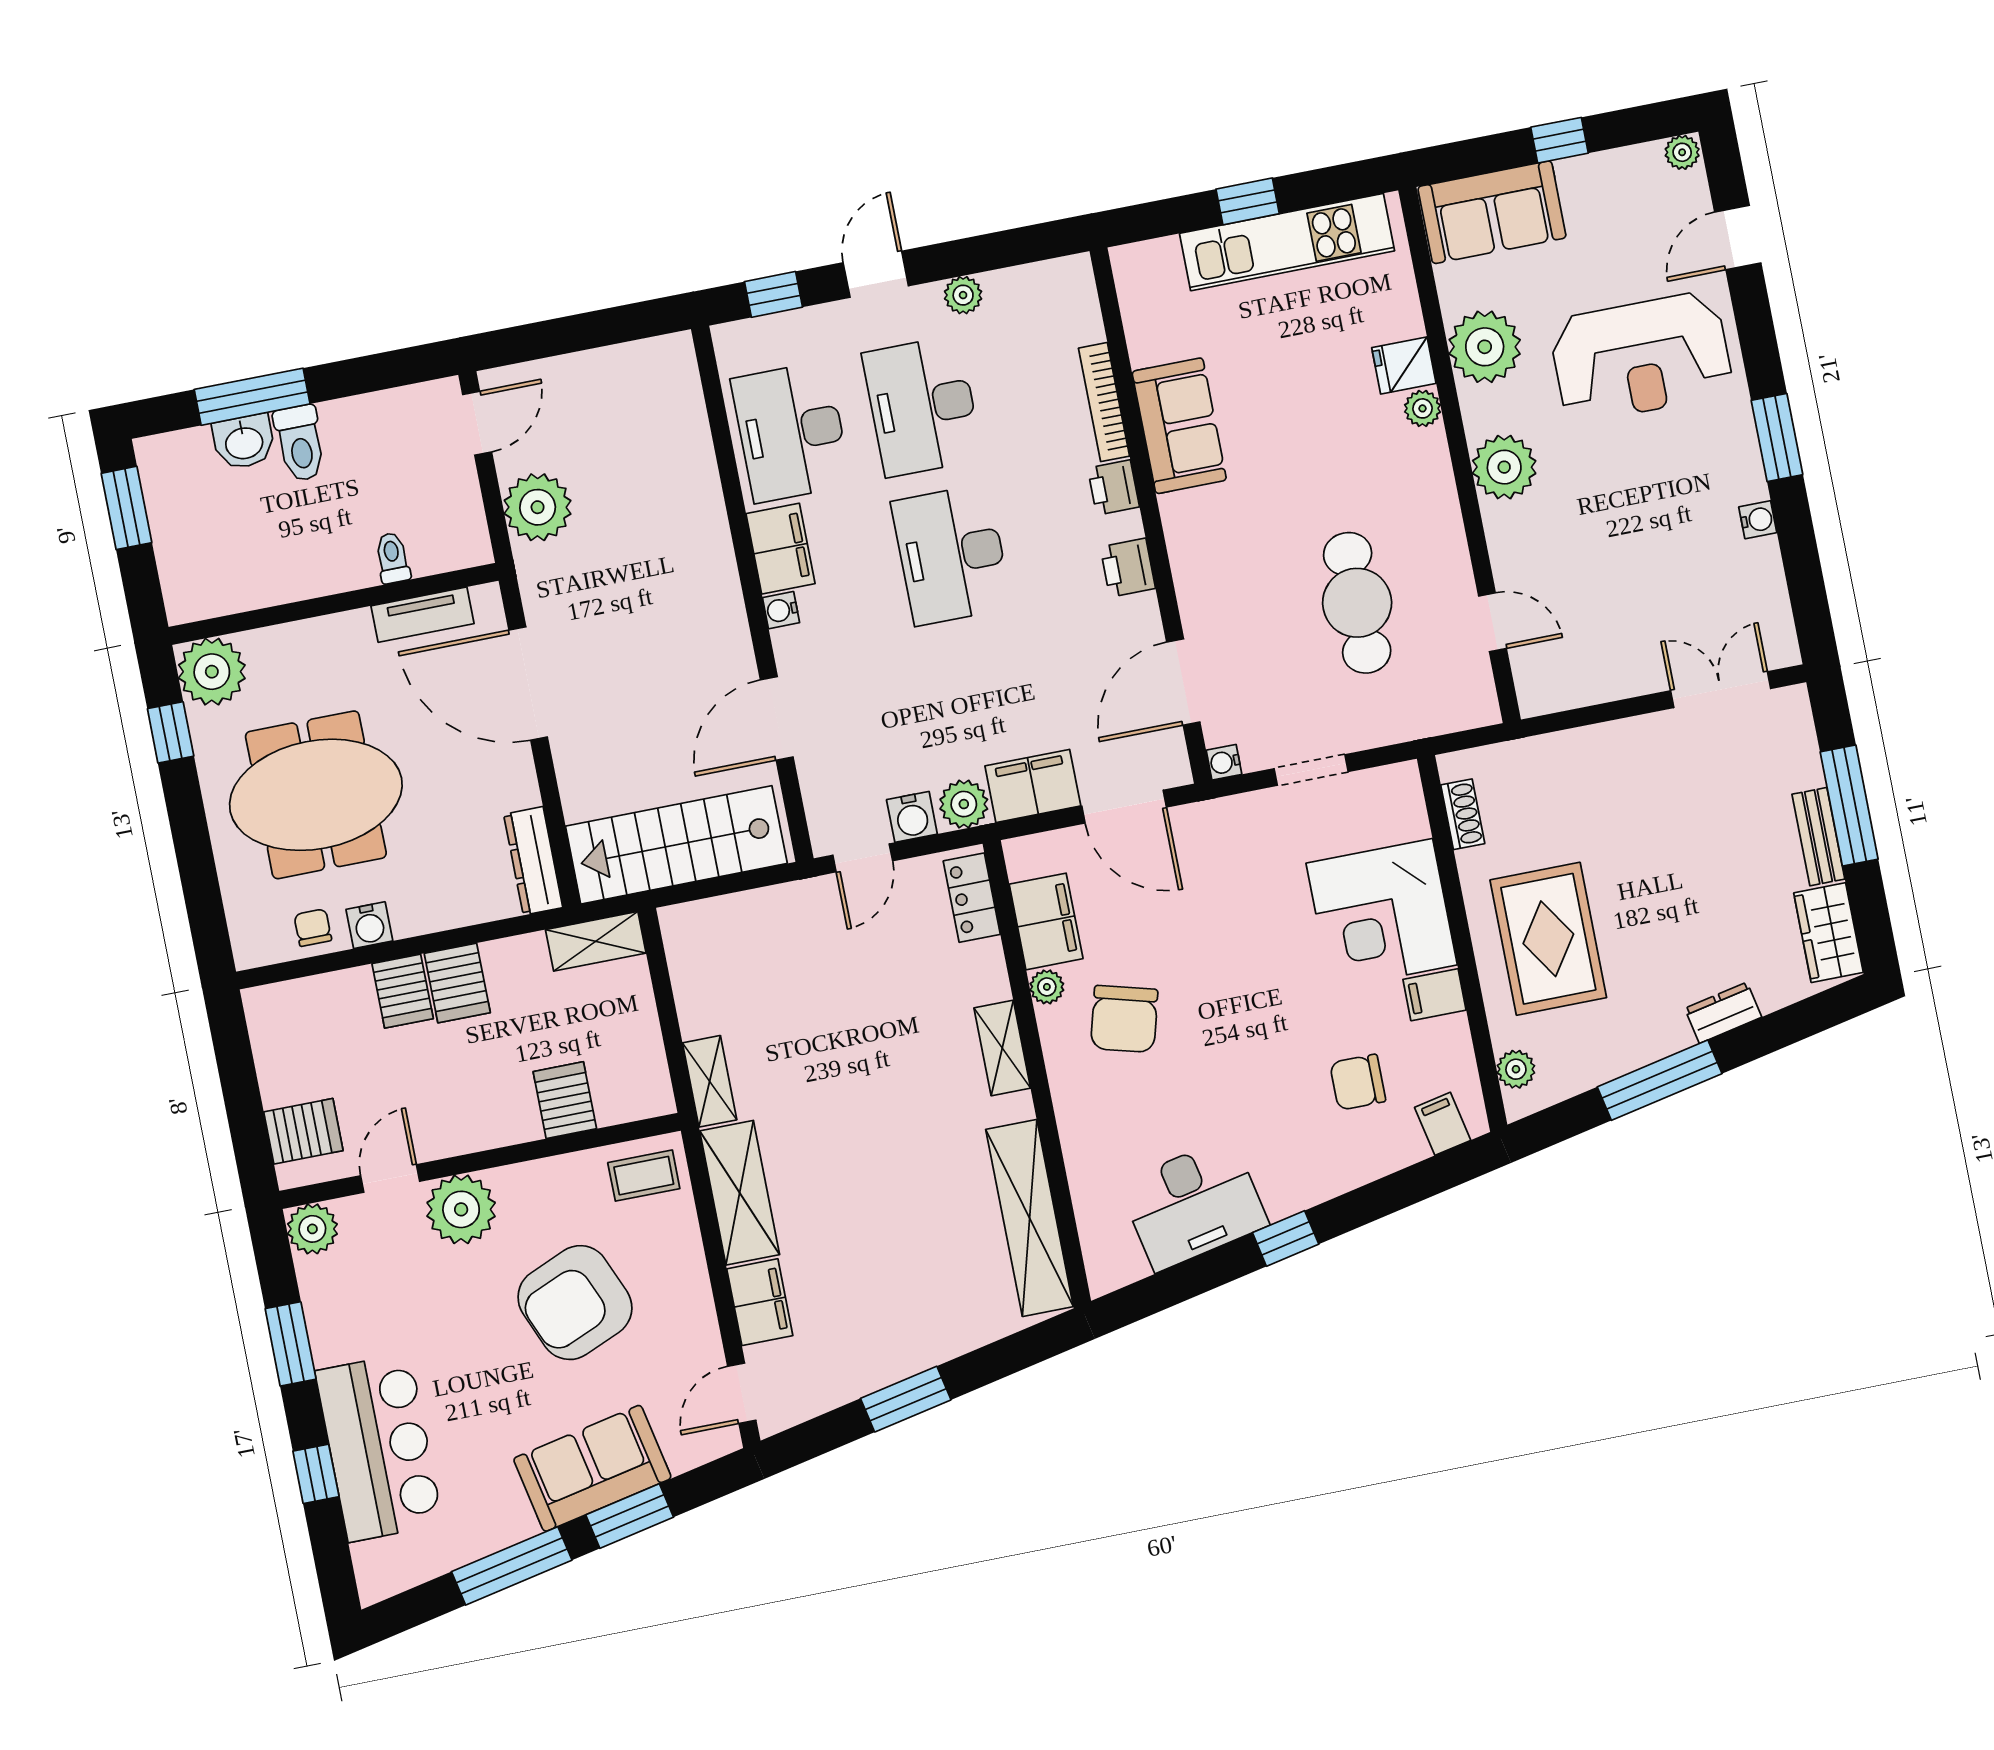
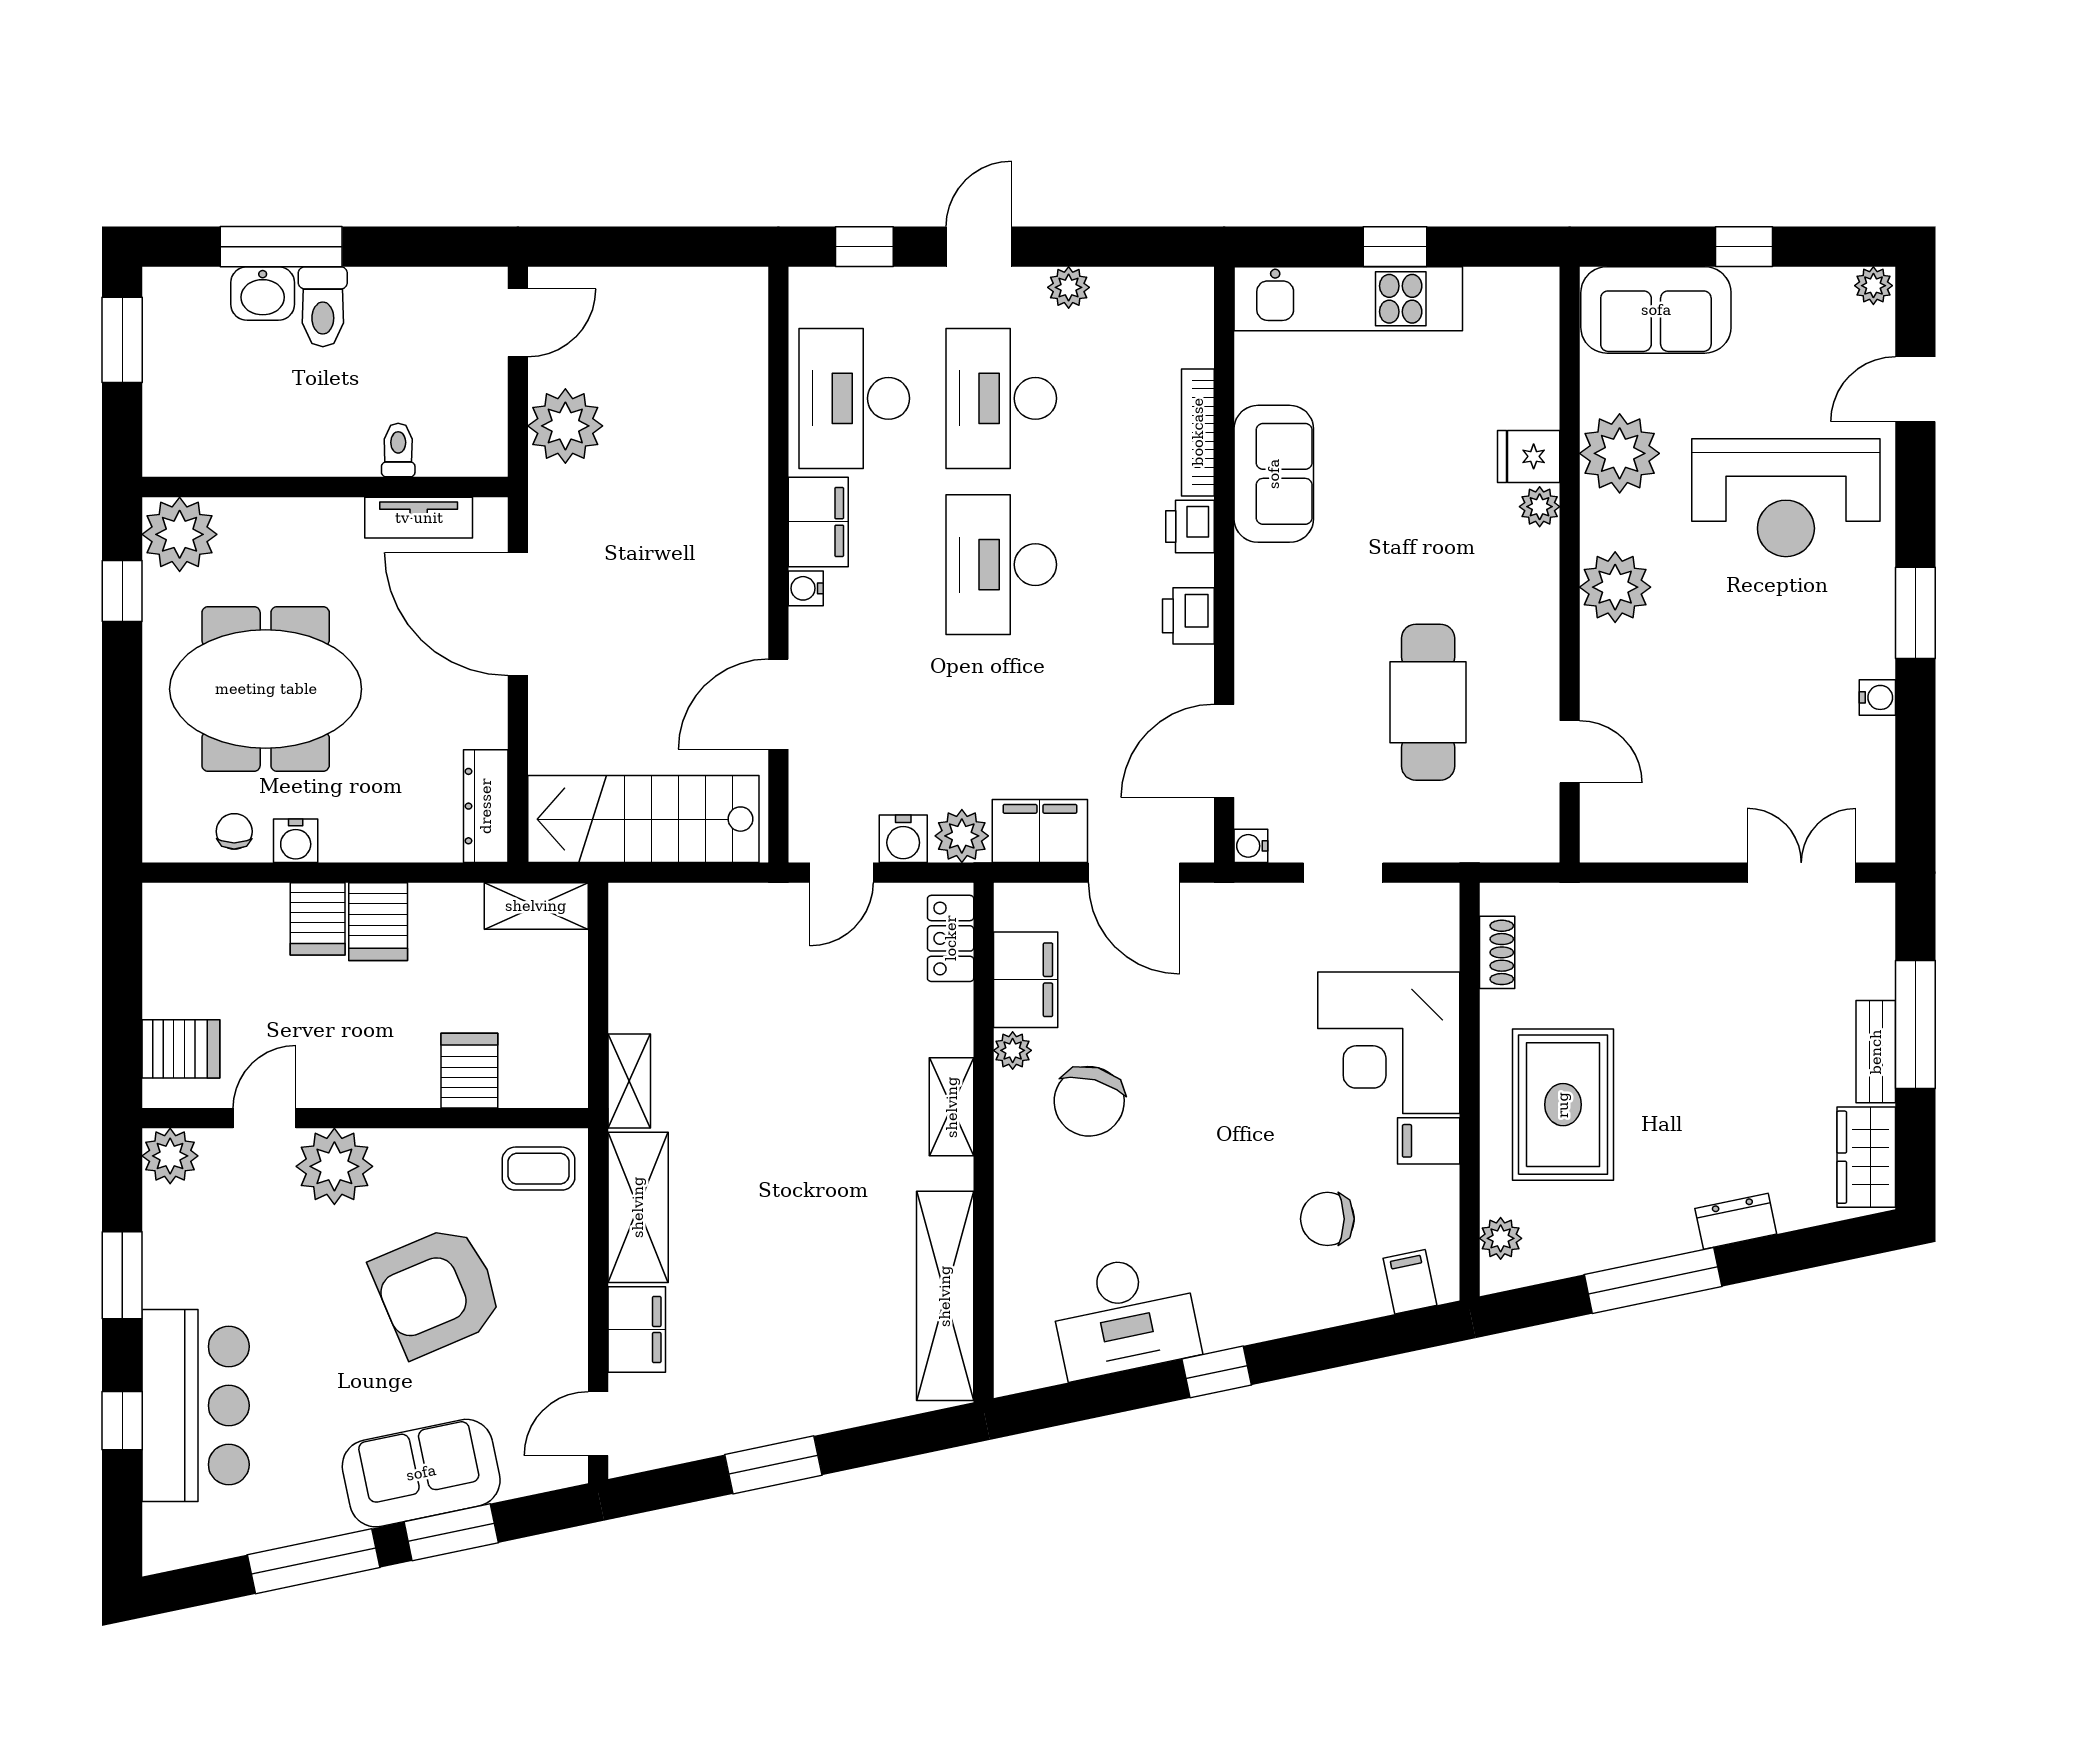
kitchen unit: (1287, 242) -> (1348, 299), moved

